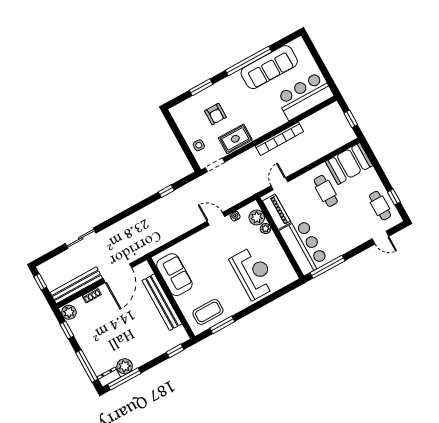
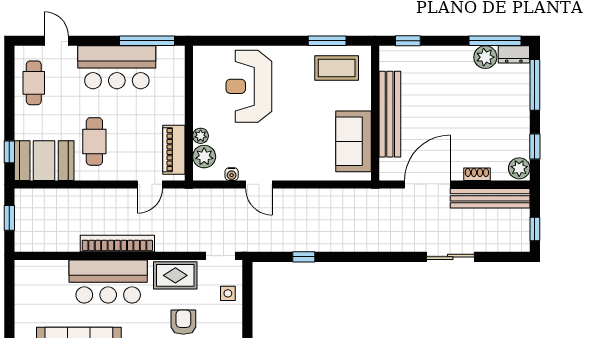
bar counter: (305, 96) -> (108, 281), moved
window: (394, 197) -> (9, 152), moved
bar counter: (304, 246) -> (117, 67), moved, turned -90

